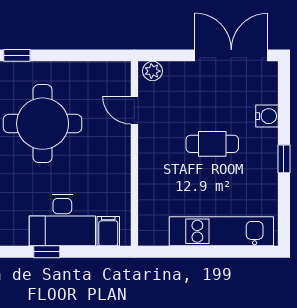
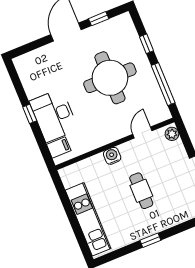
window: (81, 55) -> (163, 84), added
water cooler: (267, 116) -> (112, 156), moved, turned 180

